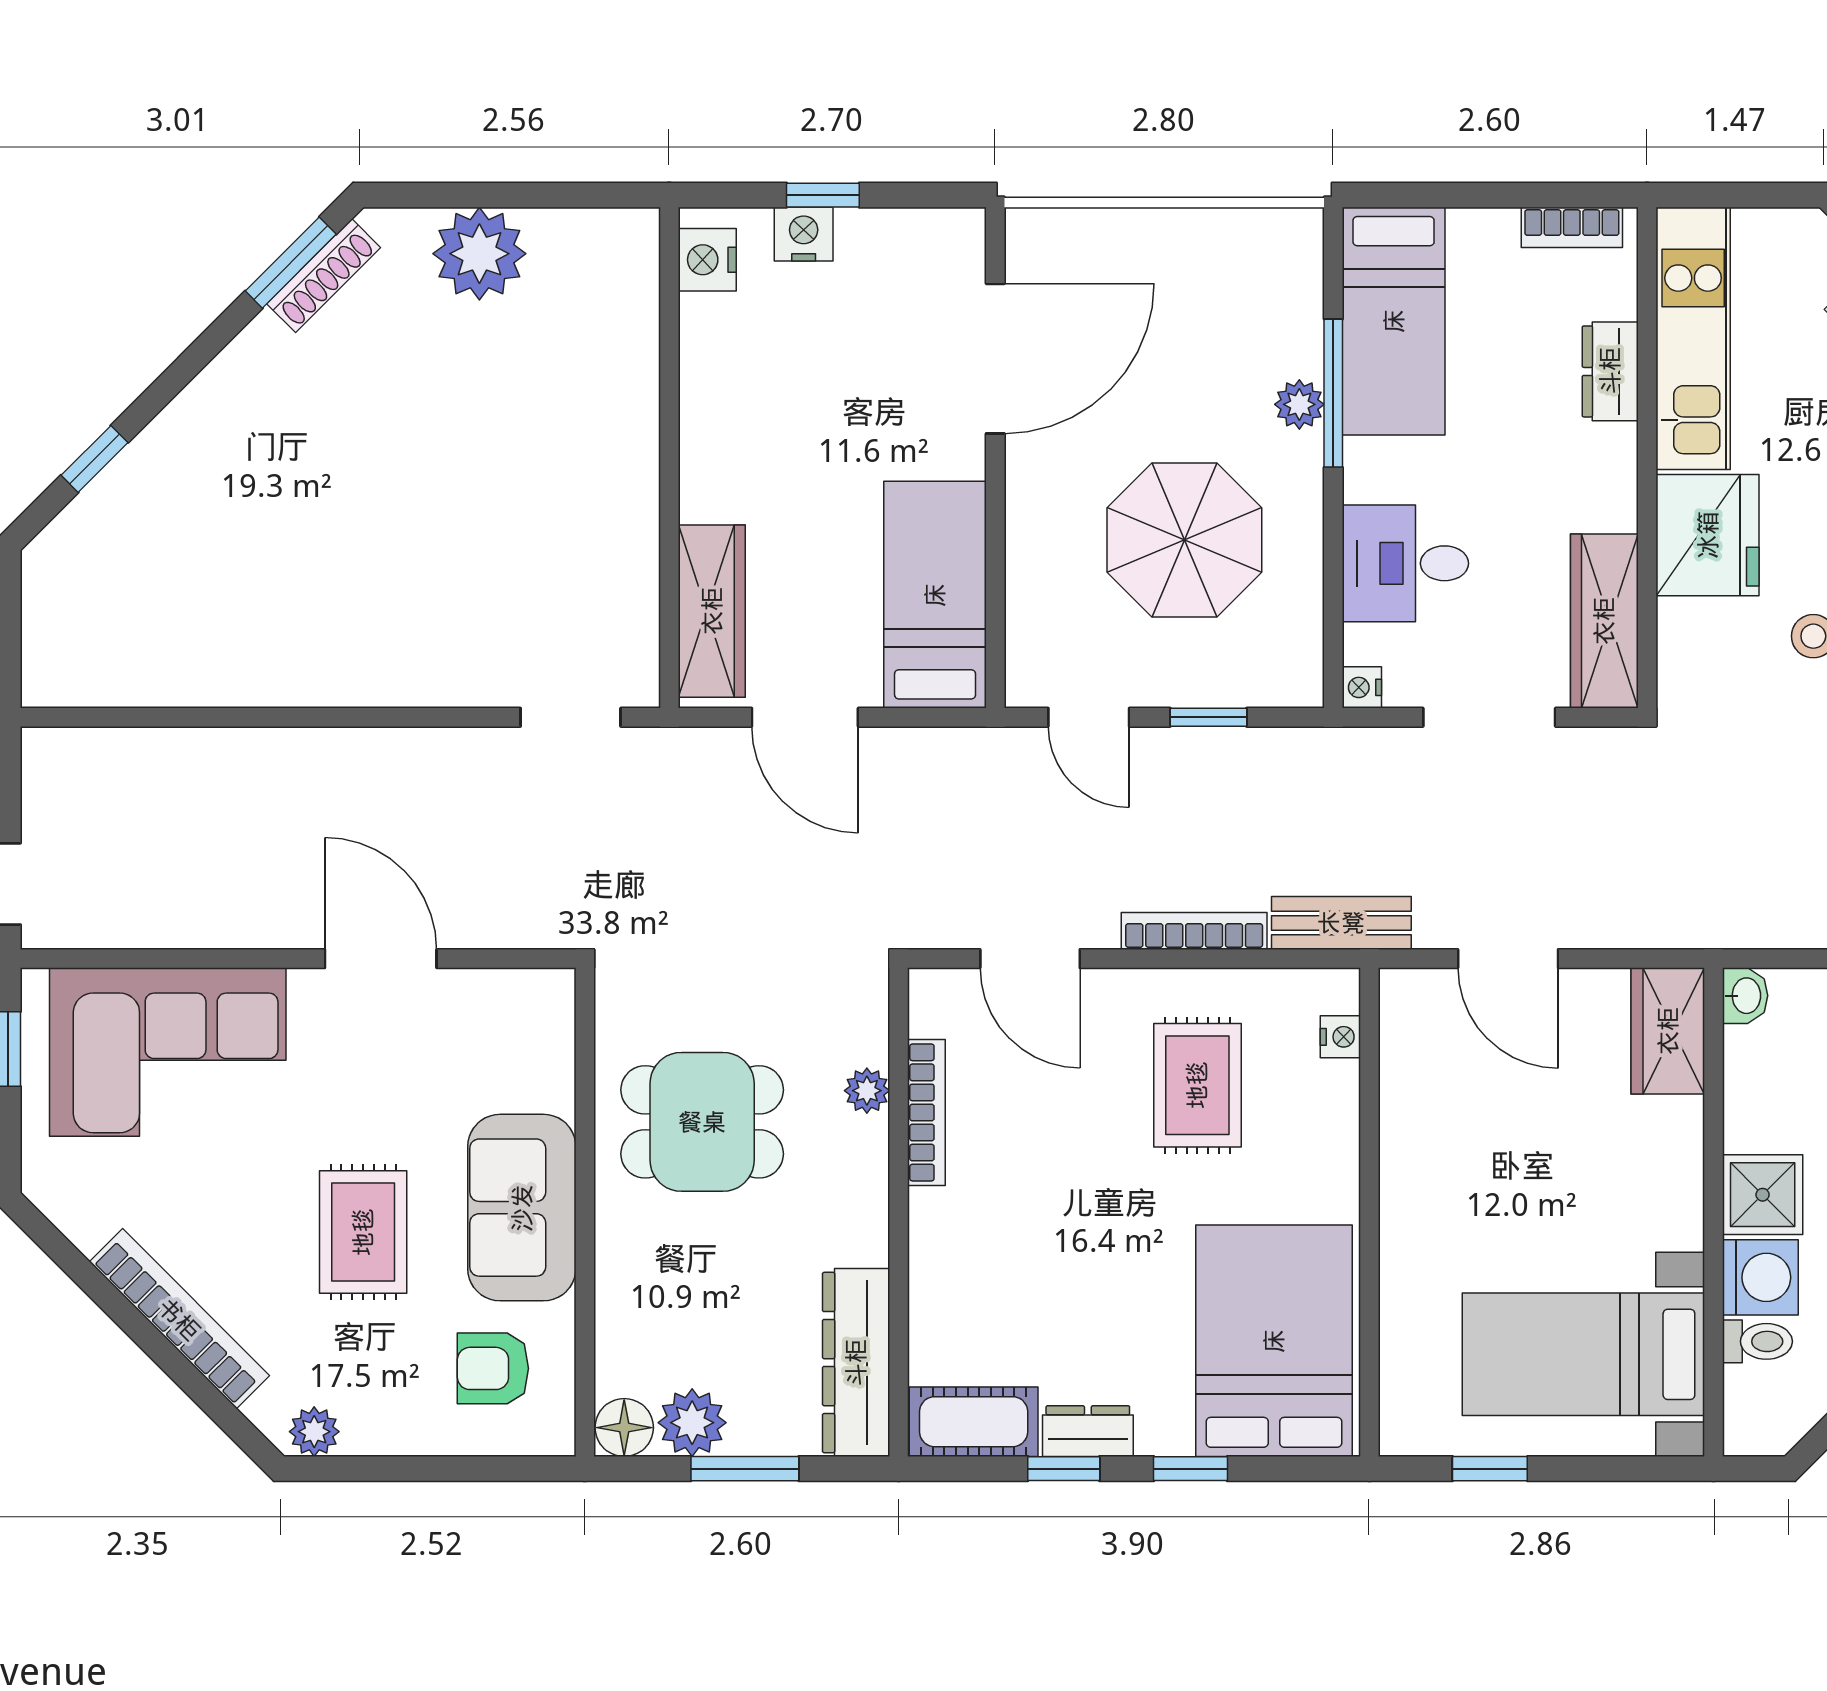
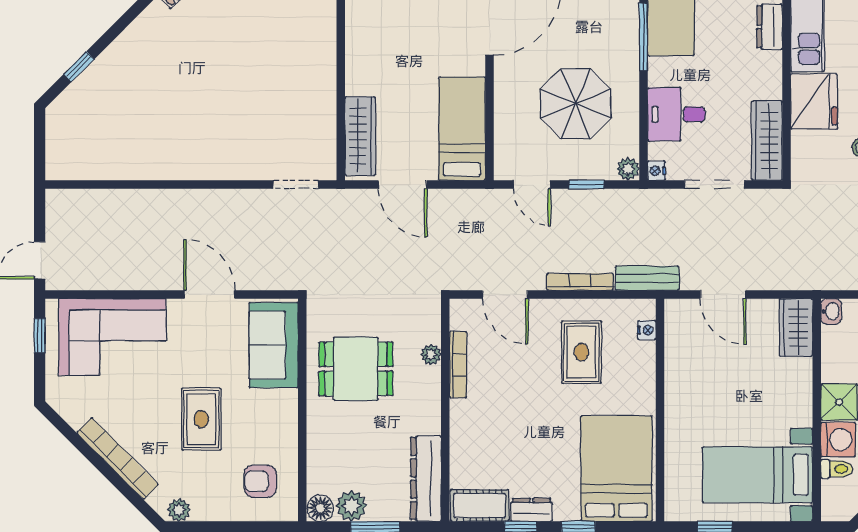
plant: (1299, 404) -> (628, 169), moved
sofa: (522, 1208) -> (274, 345), moved

